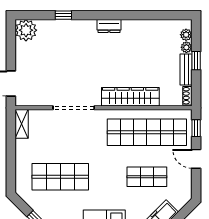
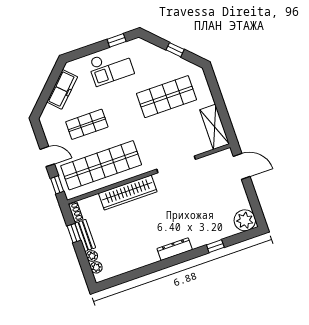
dresser: (109, 26) -> (175, 249), width x1.44
window: (196, 61) -> (74, 233), moved
shelving: (22, 124) -> (215, 127), width x1.50, depth x1.33

